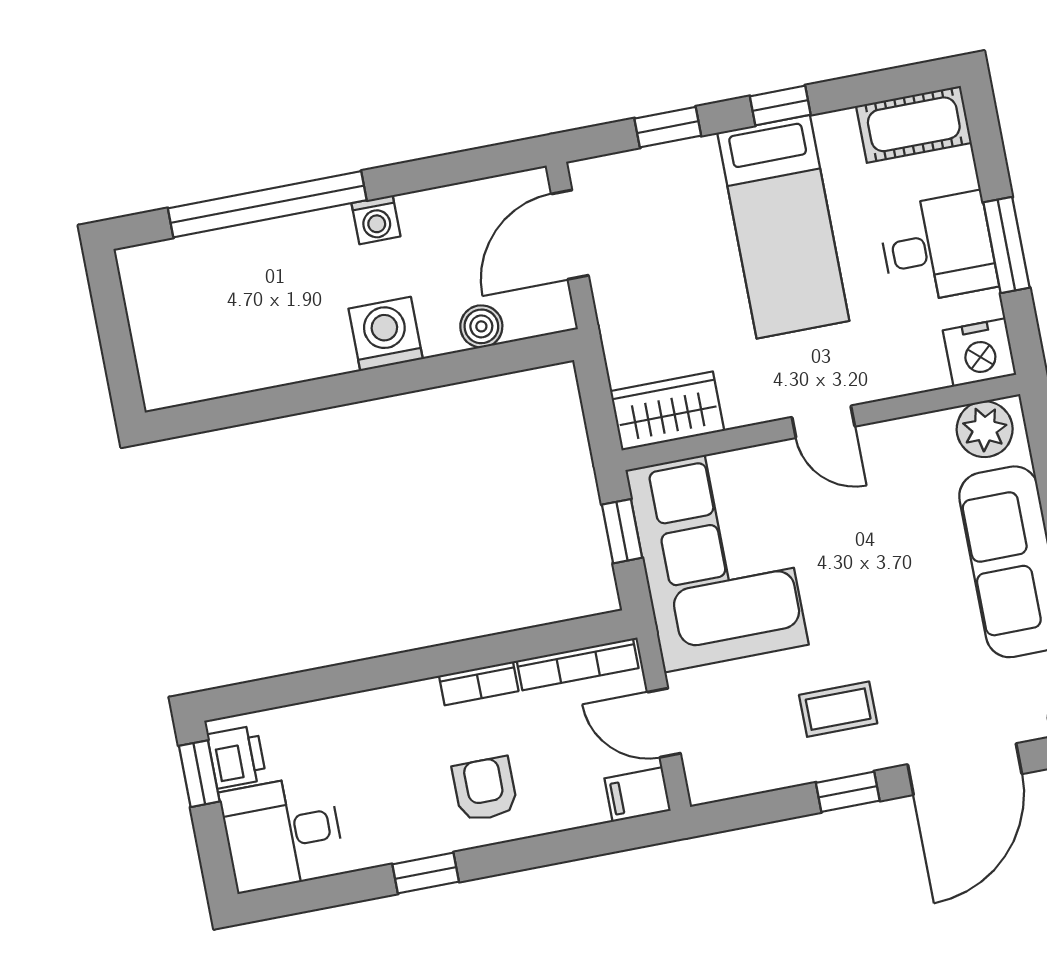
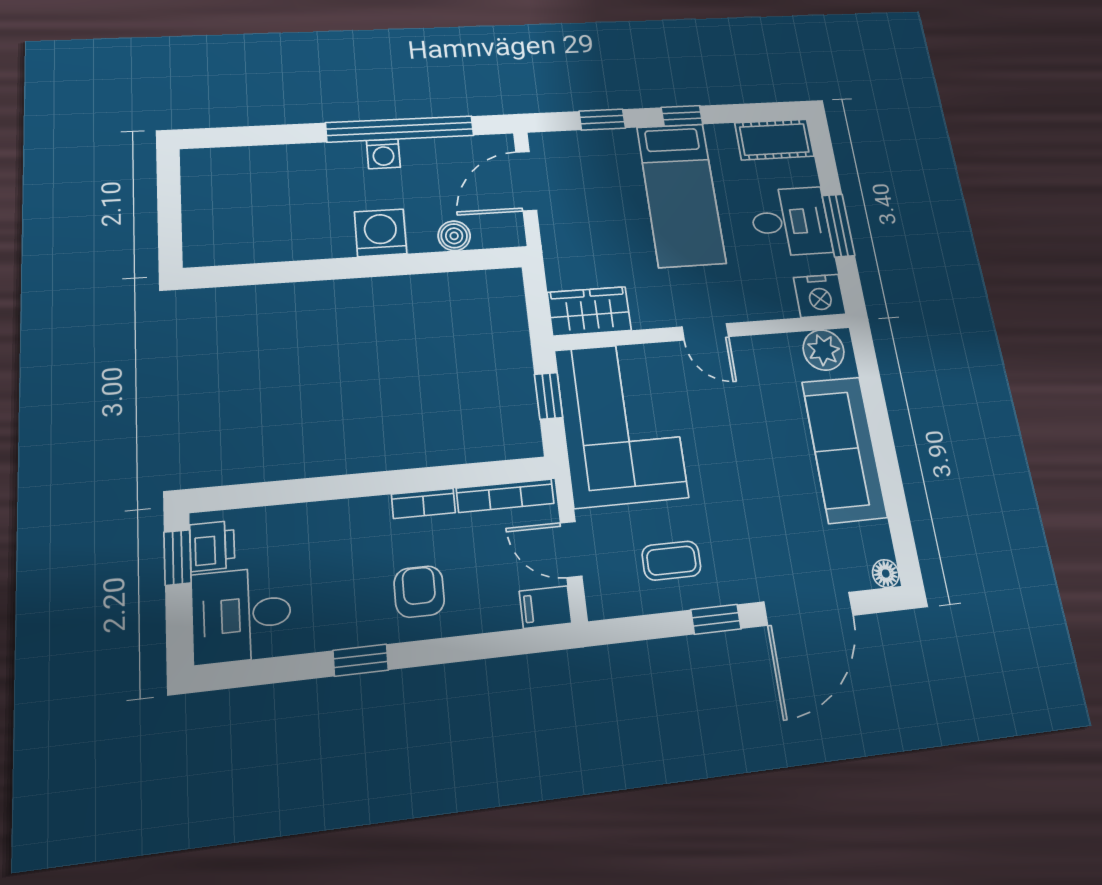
window: (267, 204) -> (400, 129), moved
coffee table: (838, 709) -> (671, 561), moved

